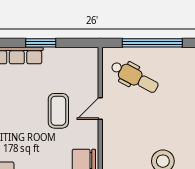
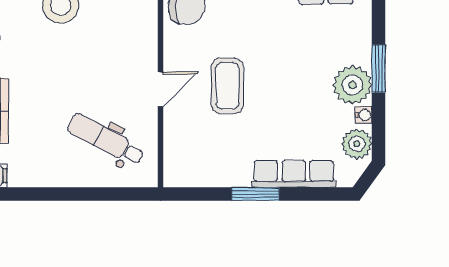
window: (152, 43) -> (77, 194), removed

